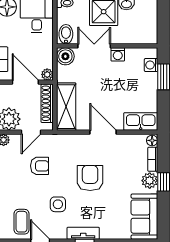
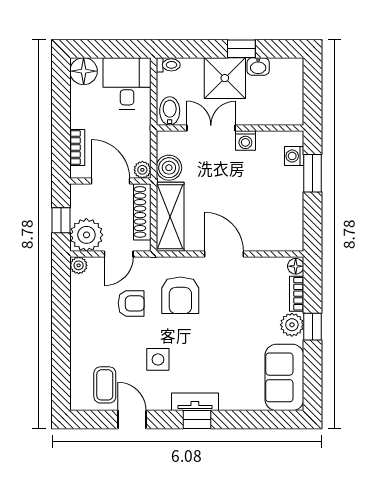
boiler: (65, 56) -> (169, 168), moved
kitchen sink: (141, 121) -> (279, 238), removed
armchair: (90, 178) -> (180, 295), moved, turned 180

